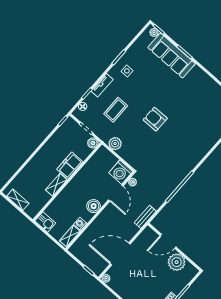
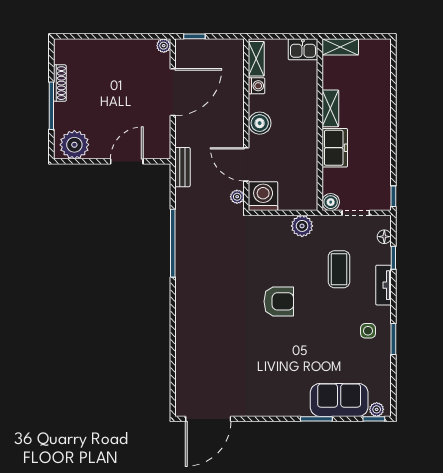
sofa: (172, 56) -> (339, 400), width x0.73
shelving: (18, 200) -> (340, 47), moved
plant: (177, 262) -> (74, 145), moved

